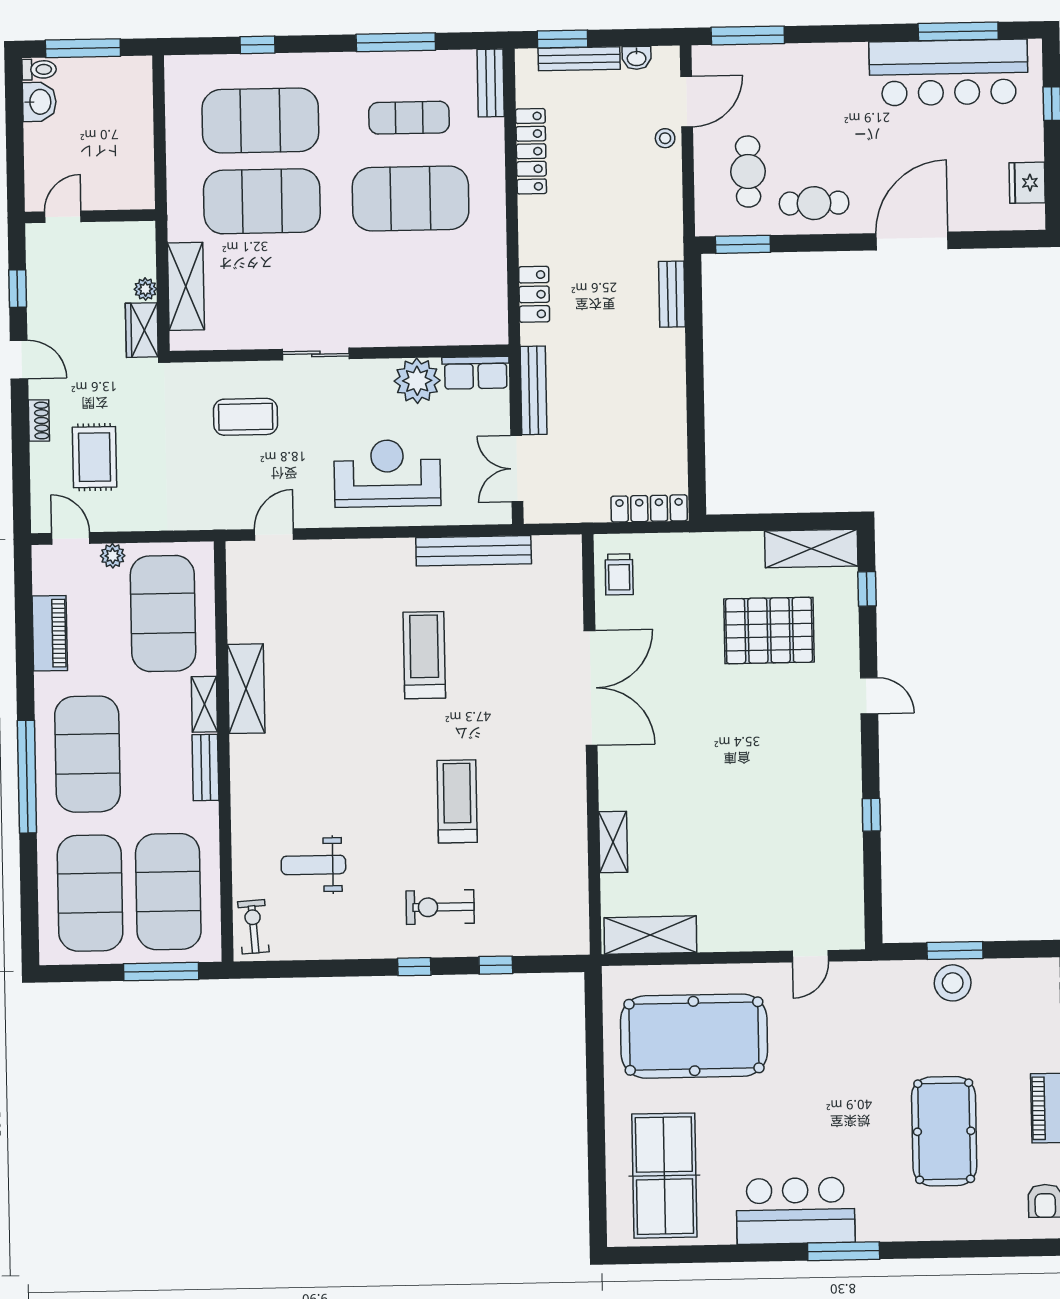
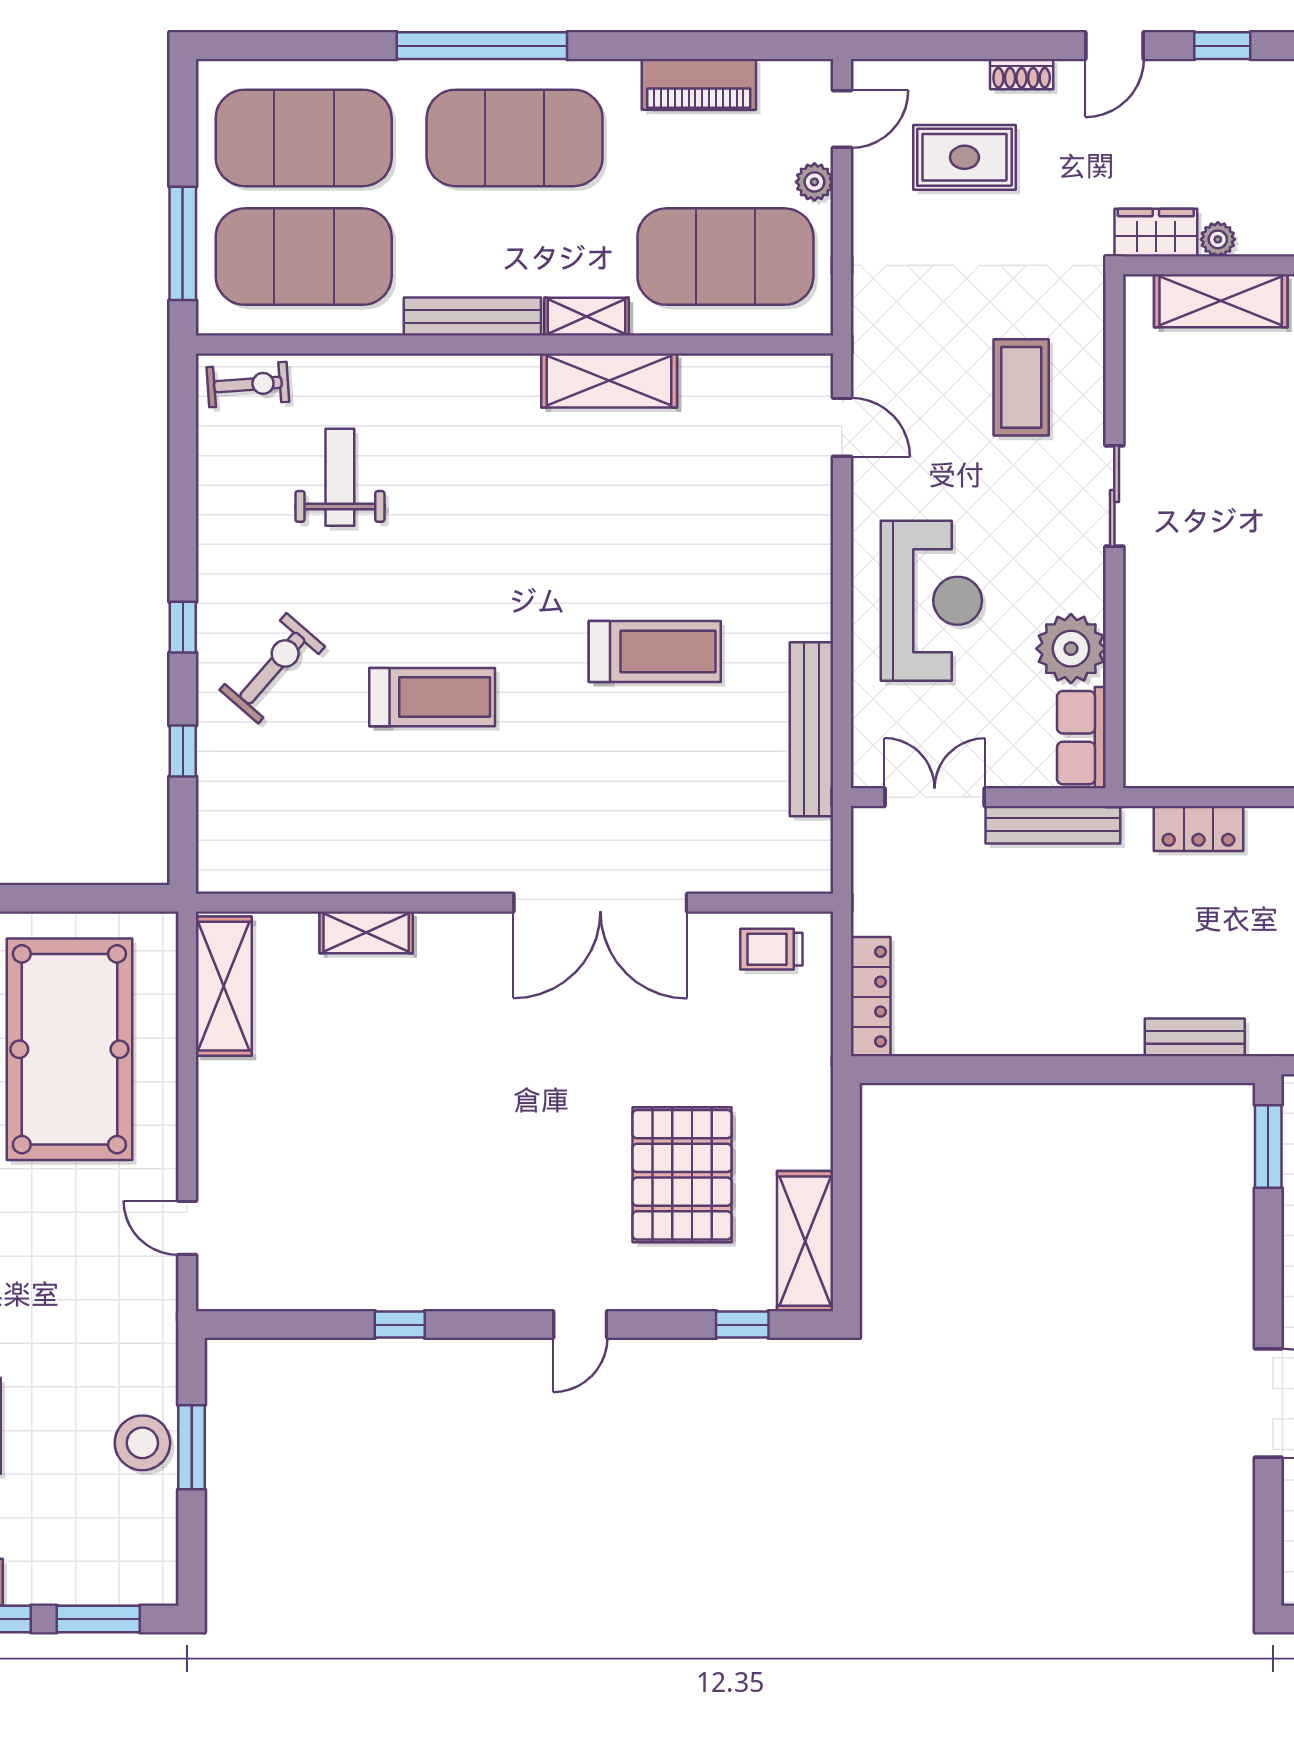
bench: (205, 768) -> (472, 317), width x1.36
exercise bike: (440, 907) -> (272, 668), turned 41

